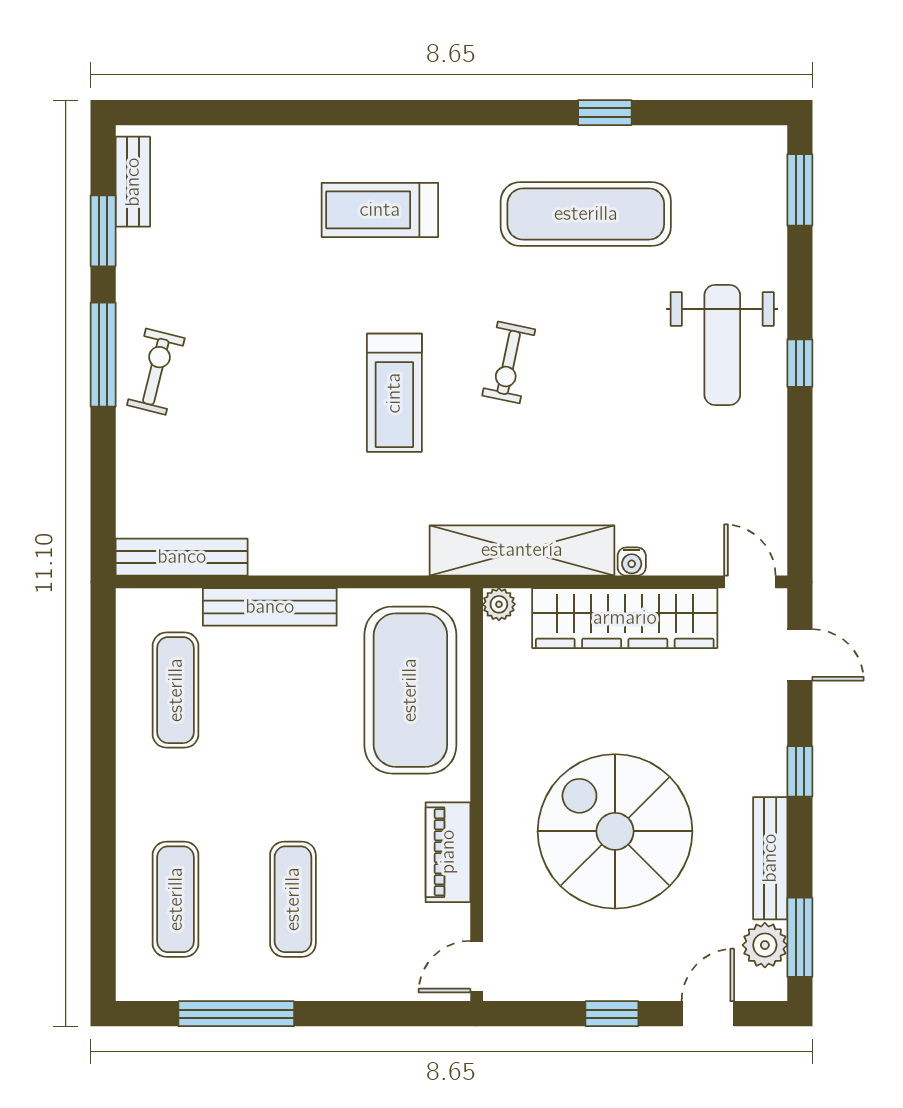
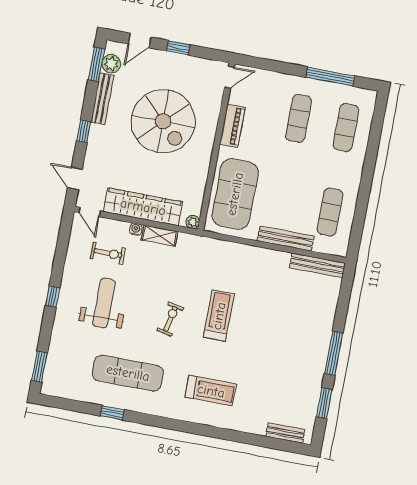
bench: (133, 182) -> (285, 433), moved, turned 90
weight bench: (722, 345) -> (104, 303), moved
exercise bike: (156, 372) -> (108, 253), moved, turned -104
shelving: (522, 550) -> (159, 236), width x0.45, depth x0.75

